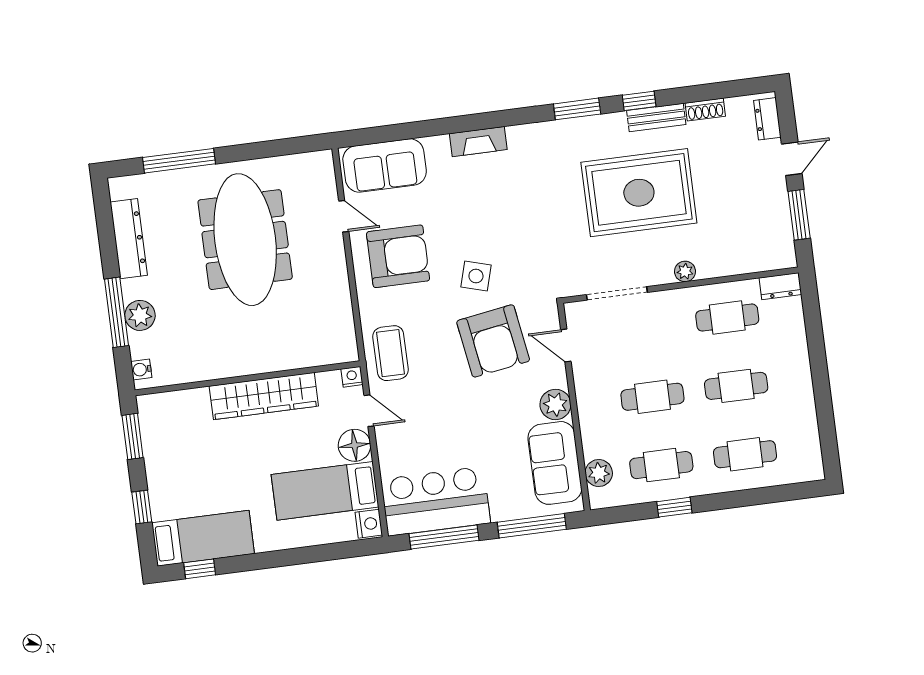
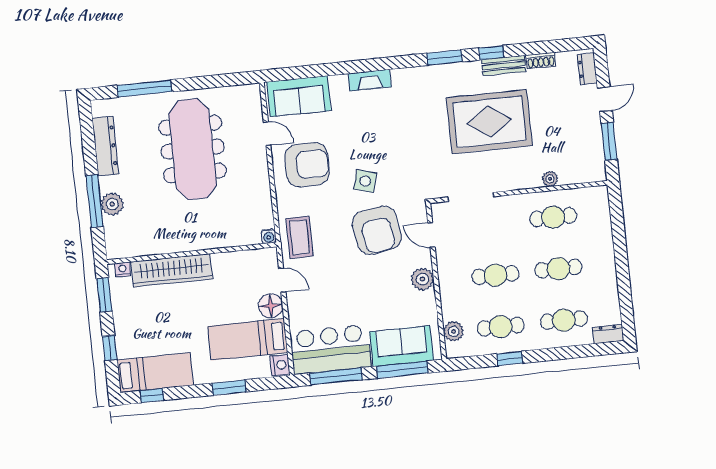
plant: (685, 271) -> (550, 179), moved
dresser: (780, 286) -> (608, 334), moved, turned 180
water cooler: (141, 369) -> (269, 236), moved, turned -90
nightstand: (352, 377) -> (122, 270), moved
wardrobe: (264, 396) -> (172, 270), moved
sofa: (555, 463) -> (402, 346), moved, turned 90
window: (302, 556) -> (229, 388), added

